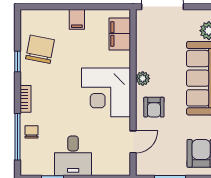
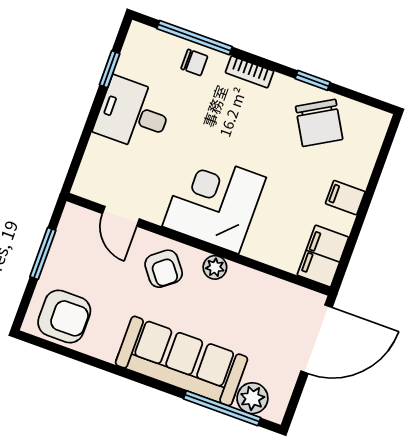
filing cabinet: (120, 34) -> (323, 256), moved, turned -90
chair: (40, 49) -> (319, 123), turned 49
armchair: (154, 107) -> (164, 269), turned -128

